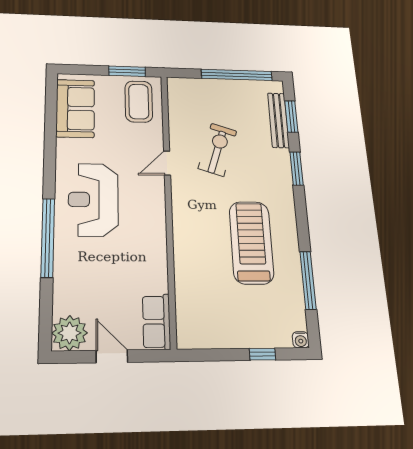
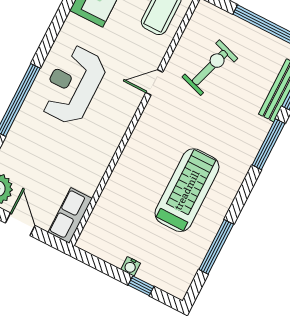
exercise bike: (218, 150) -> (210, 68), moved
window: (297, 168) -> (268, 144), width x1.44
water cooler: (301, 340) -> (131, 266), moved

